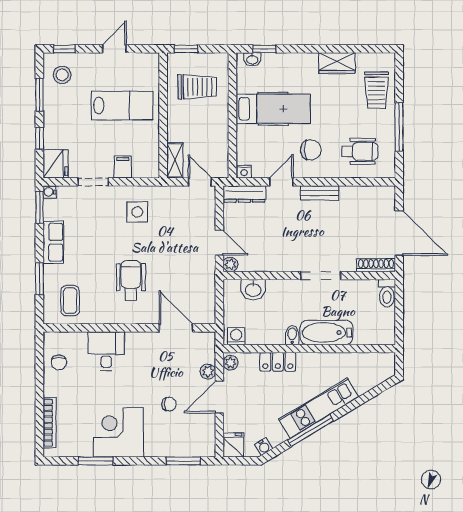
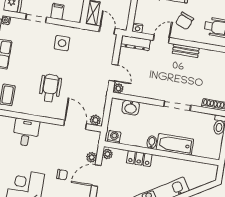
chair: (311, 150) -> (185, 21), turned 114
plant: (204, 316) -> (95, 120), added

